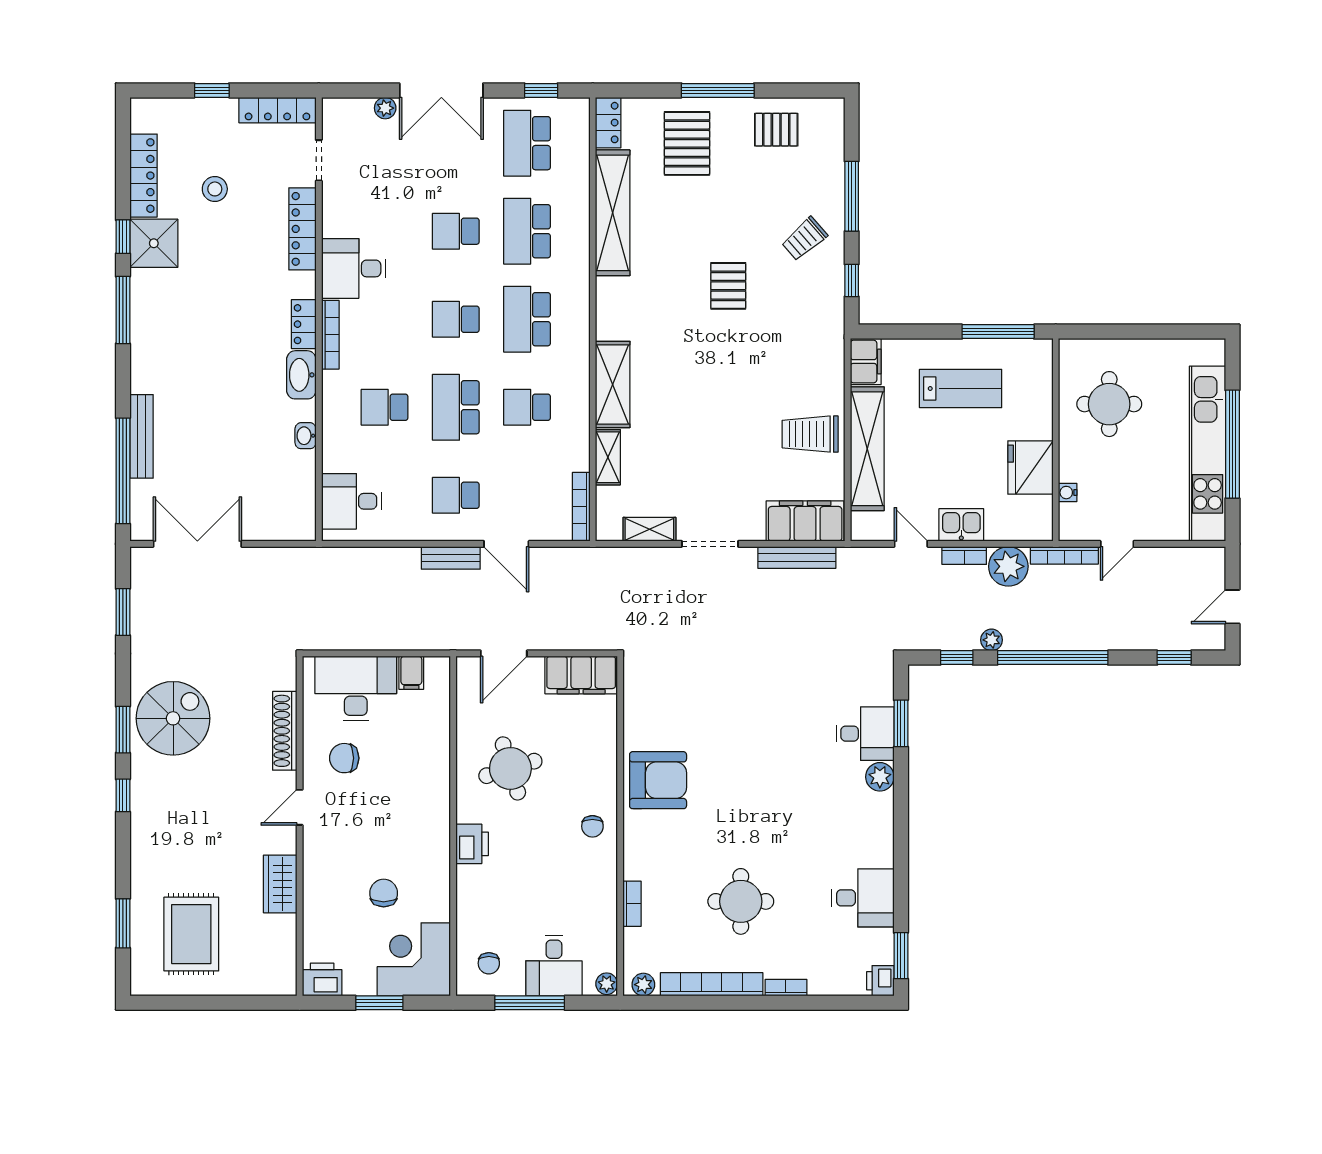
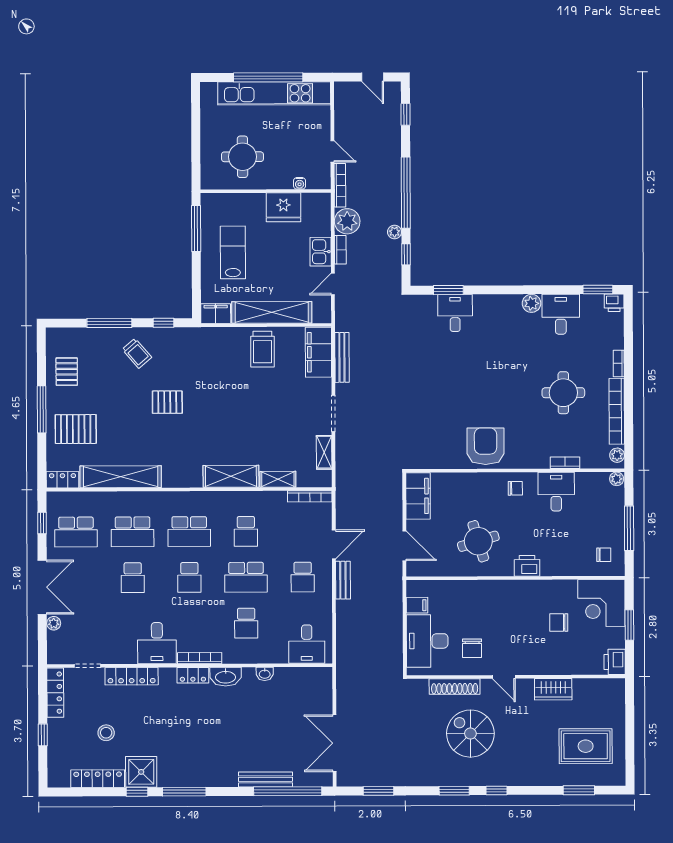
spiral stairs: (173, 718) -> (470, 734), moved
plant: (880, 777) -> (532, 303), moved
desk: (554, 966) -> (556, 492), moved, turned -90

